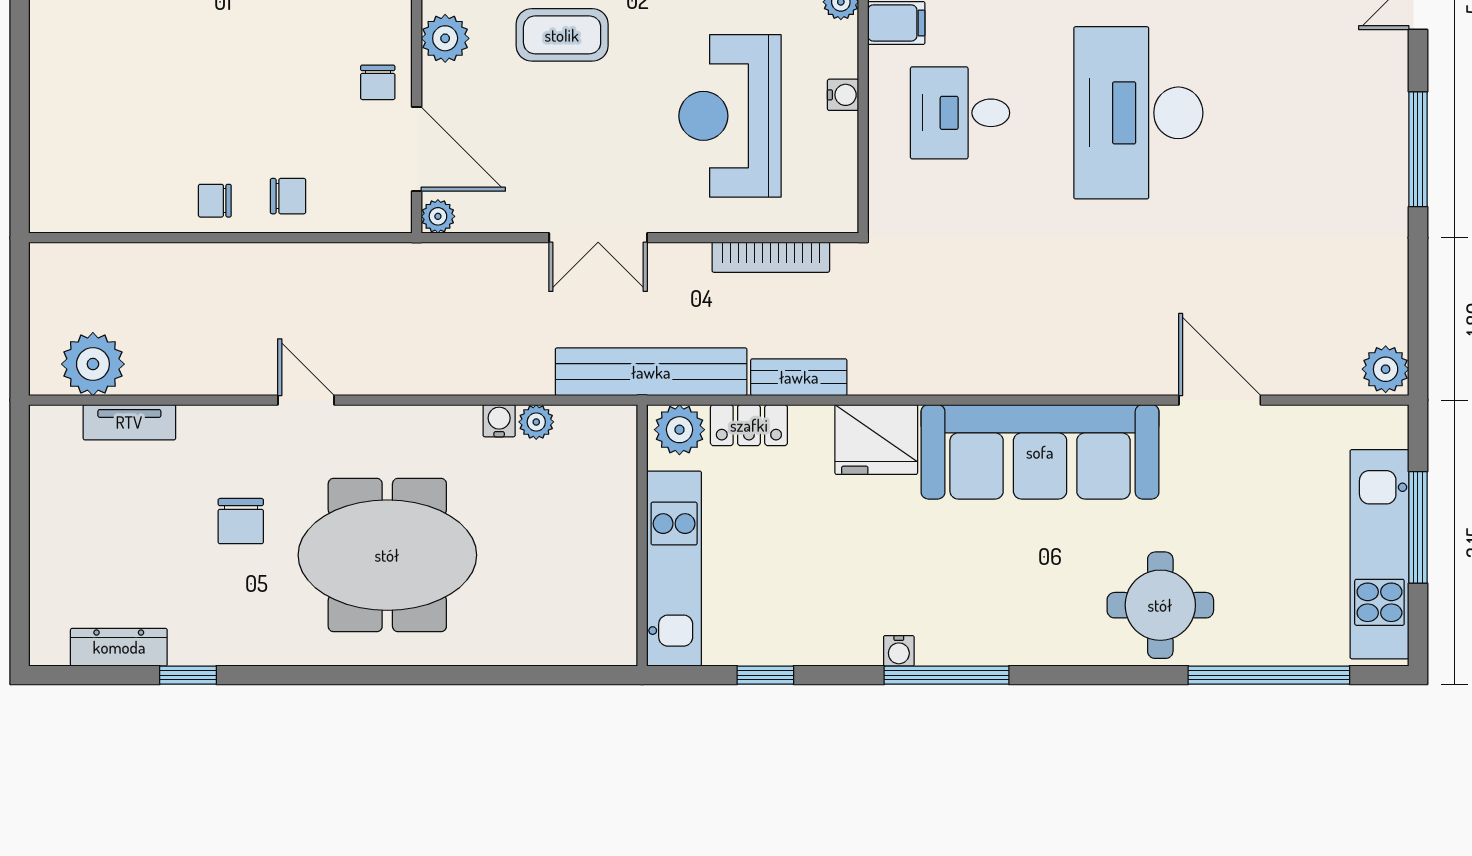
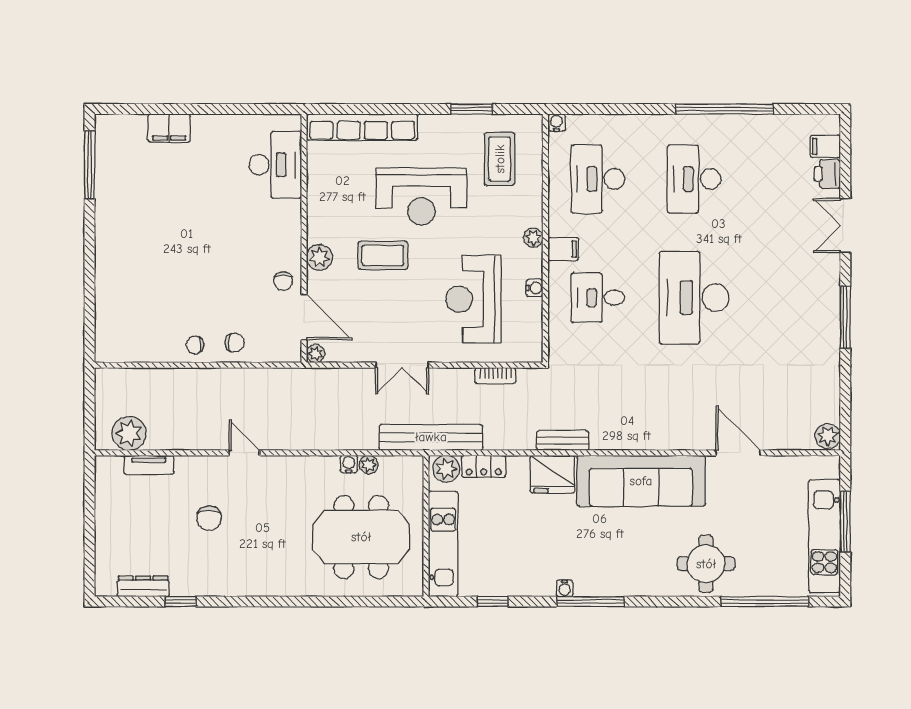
bookcase: (771, 257) -> (495, 376), width x0.64
bench: (799, 377) -> (563, 440), moved
meeting table: (387, 555) -> (361, 537), moved

